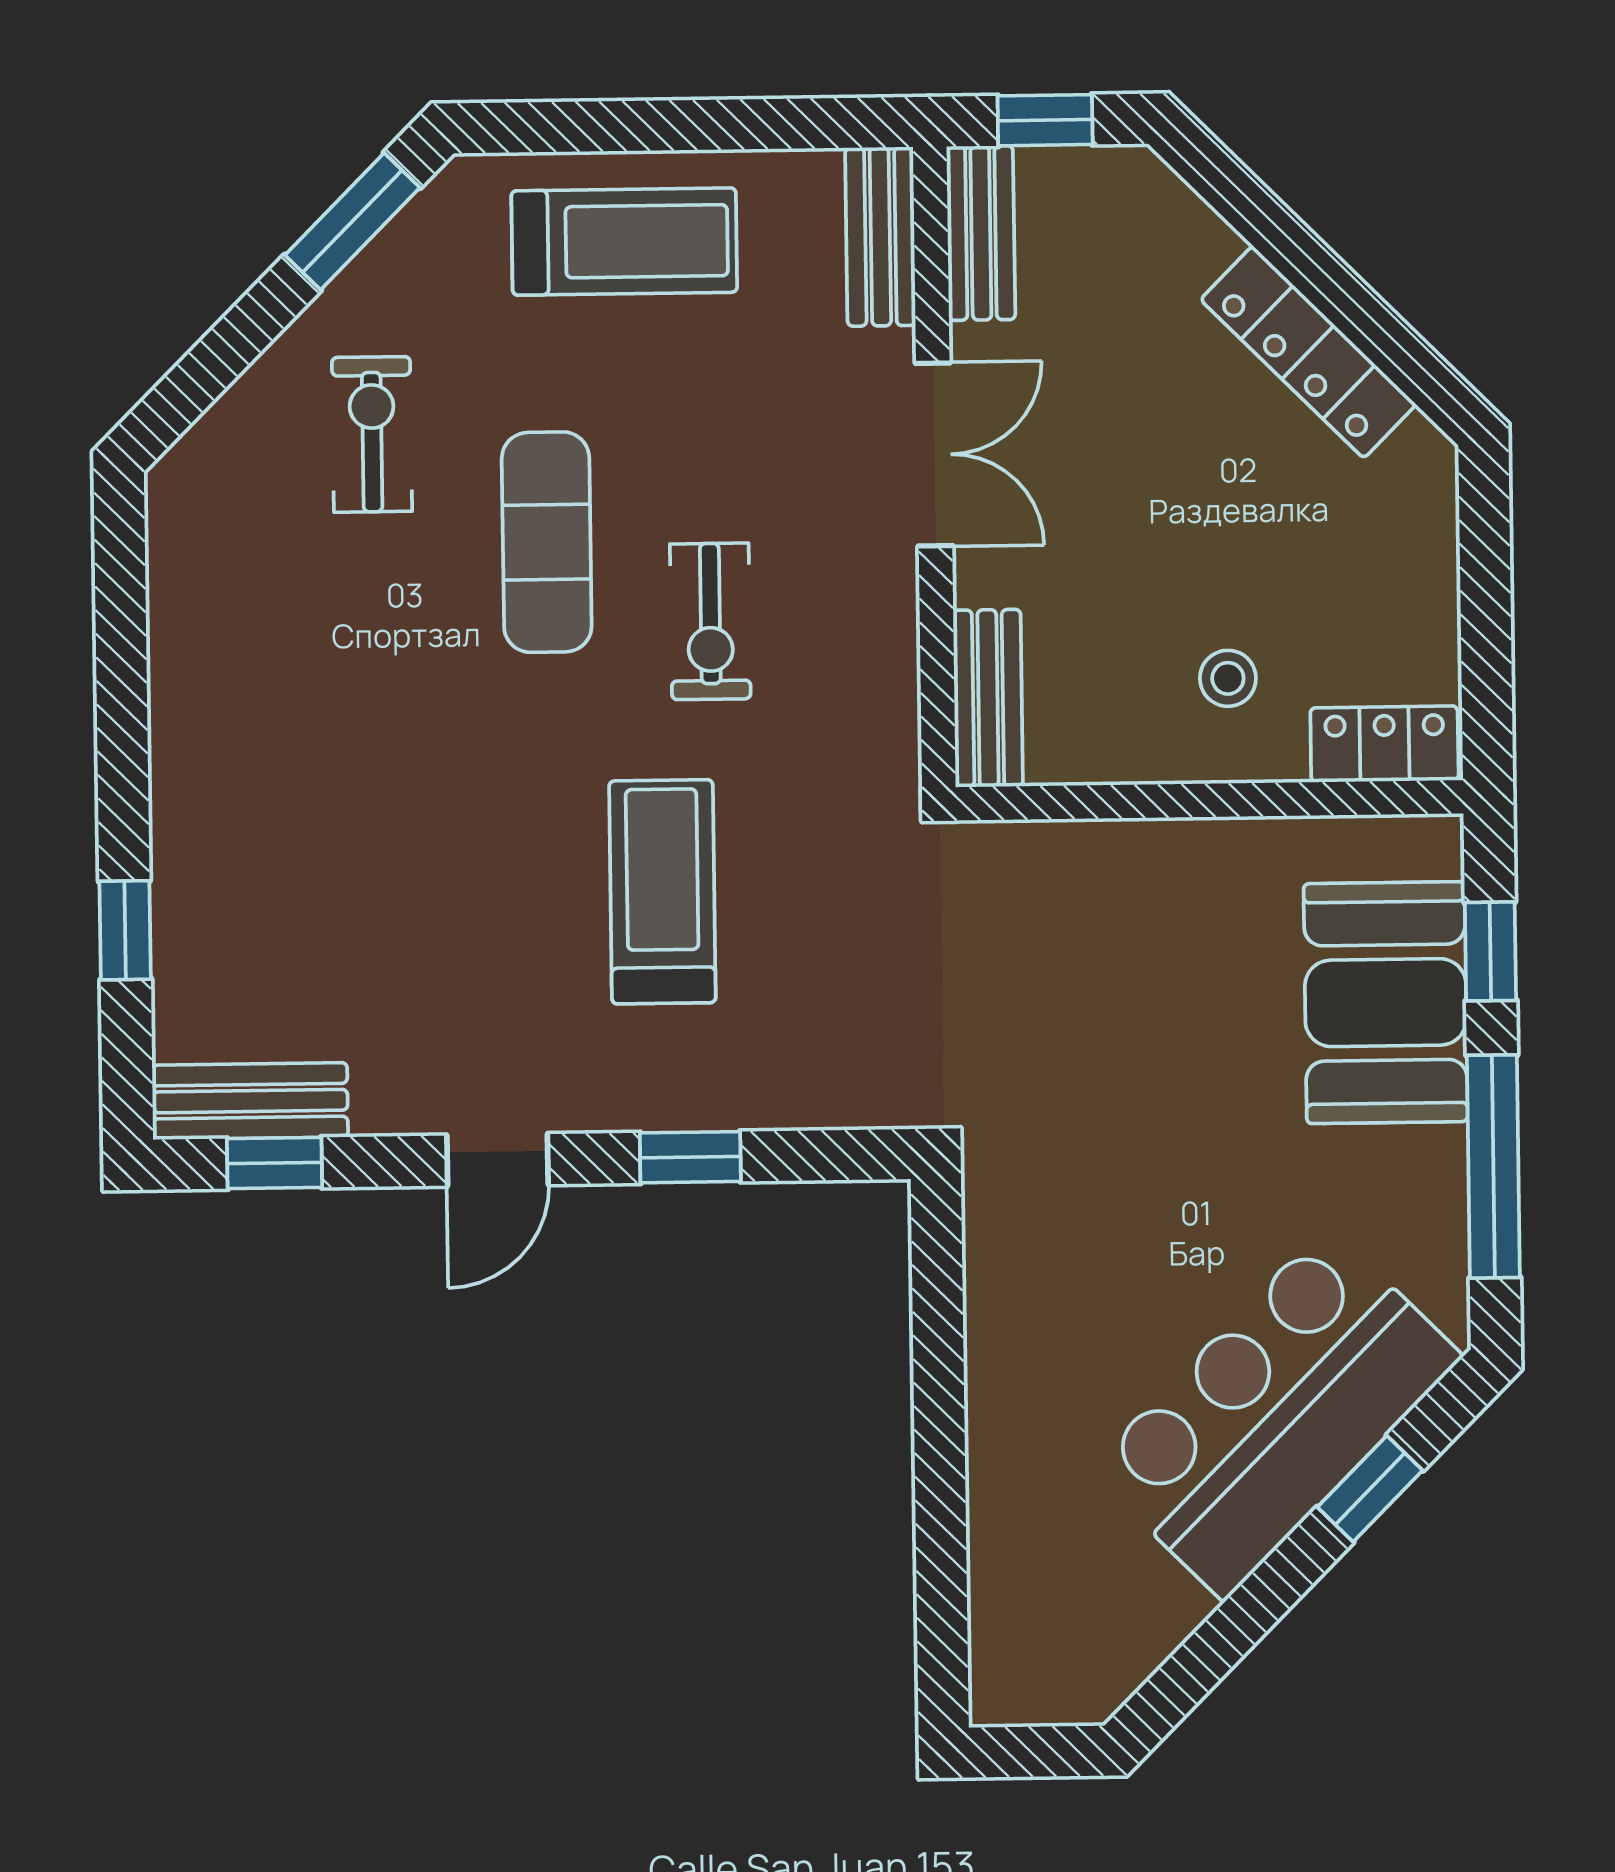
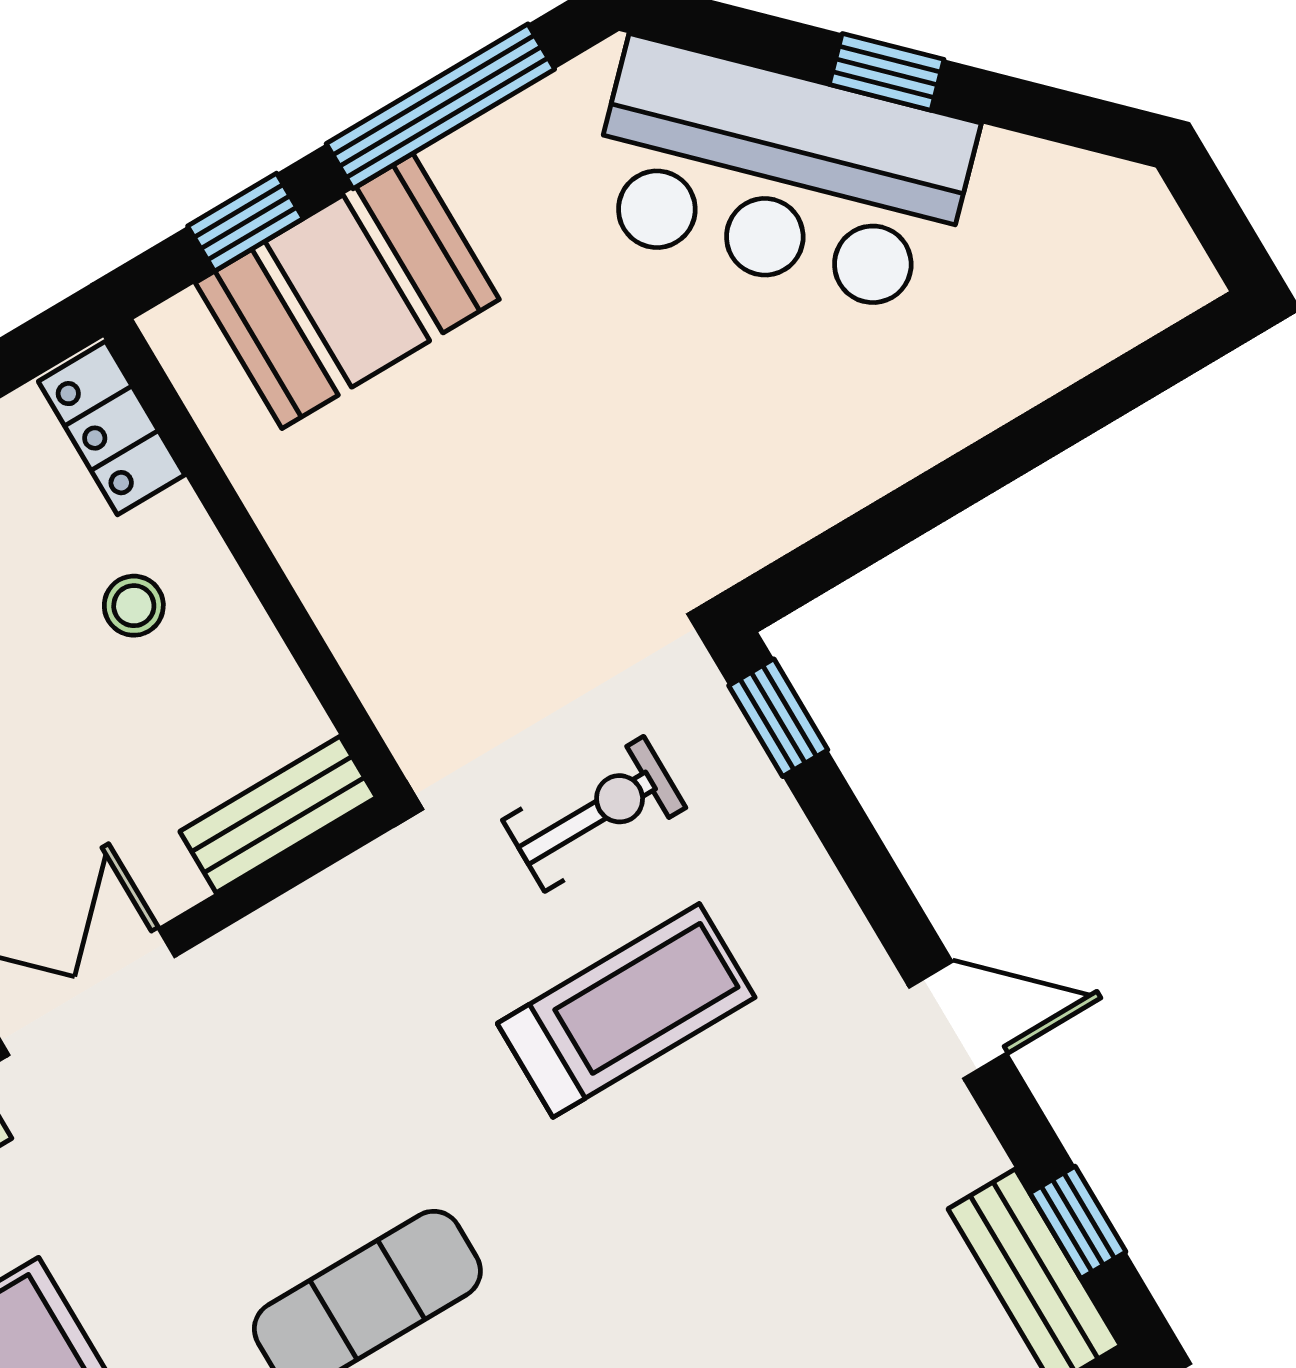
exercise bike: (710, 621) -> (594, 814), moved
treadmill: (662, 892) -> (626, 1010), turned 180
window: (690, 1157) -> (778, 718), moved
window: (1370, 1489) -> (887, 72), moved

